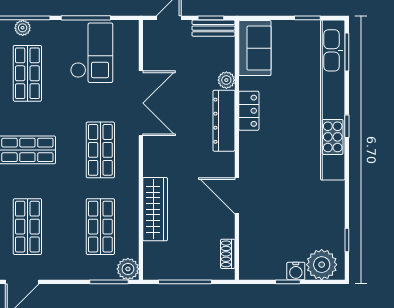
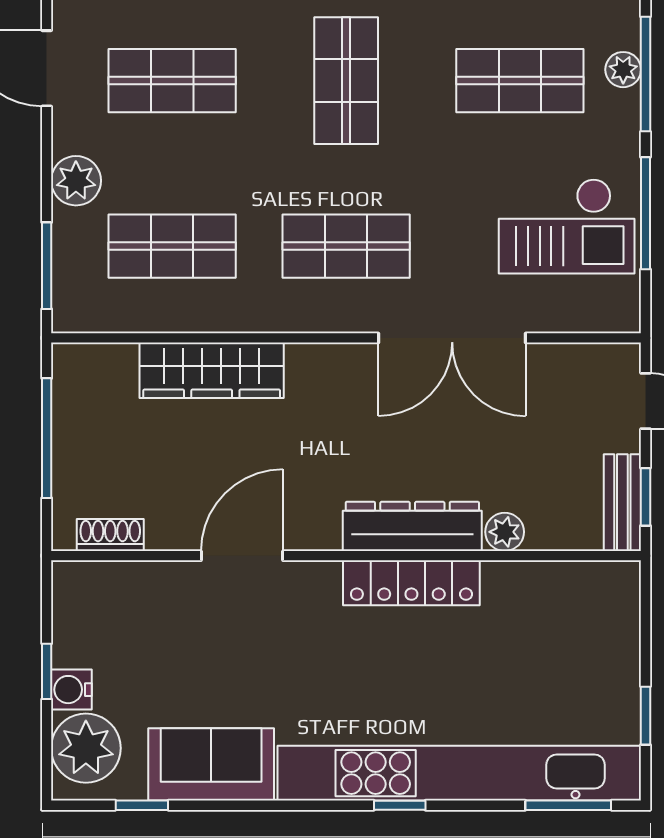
sofa: (255, 48) -> (211, 764), moved, turned 180
locker: (249, 111) -> (411, 583), width x1.53
plant: (128, 269) -> (76, 181), moved

